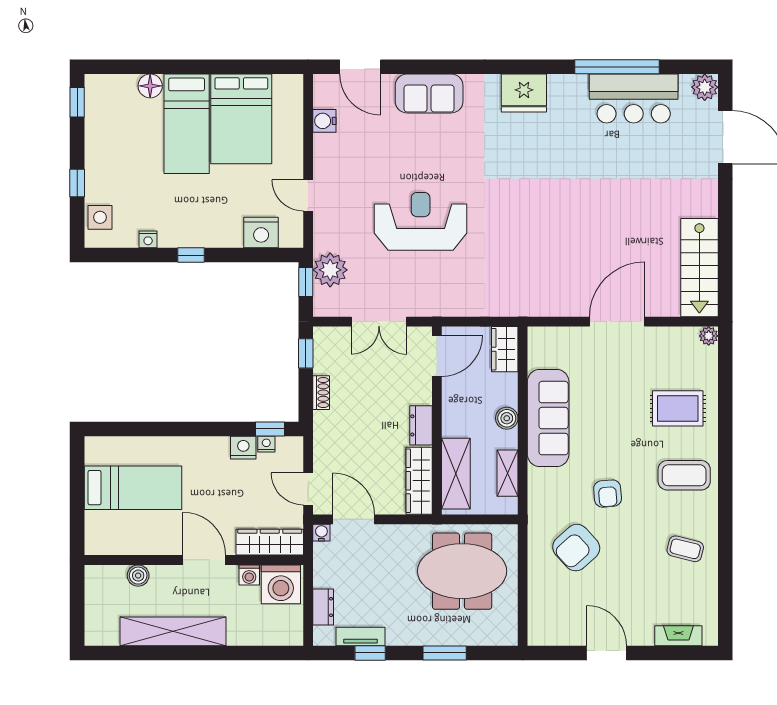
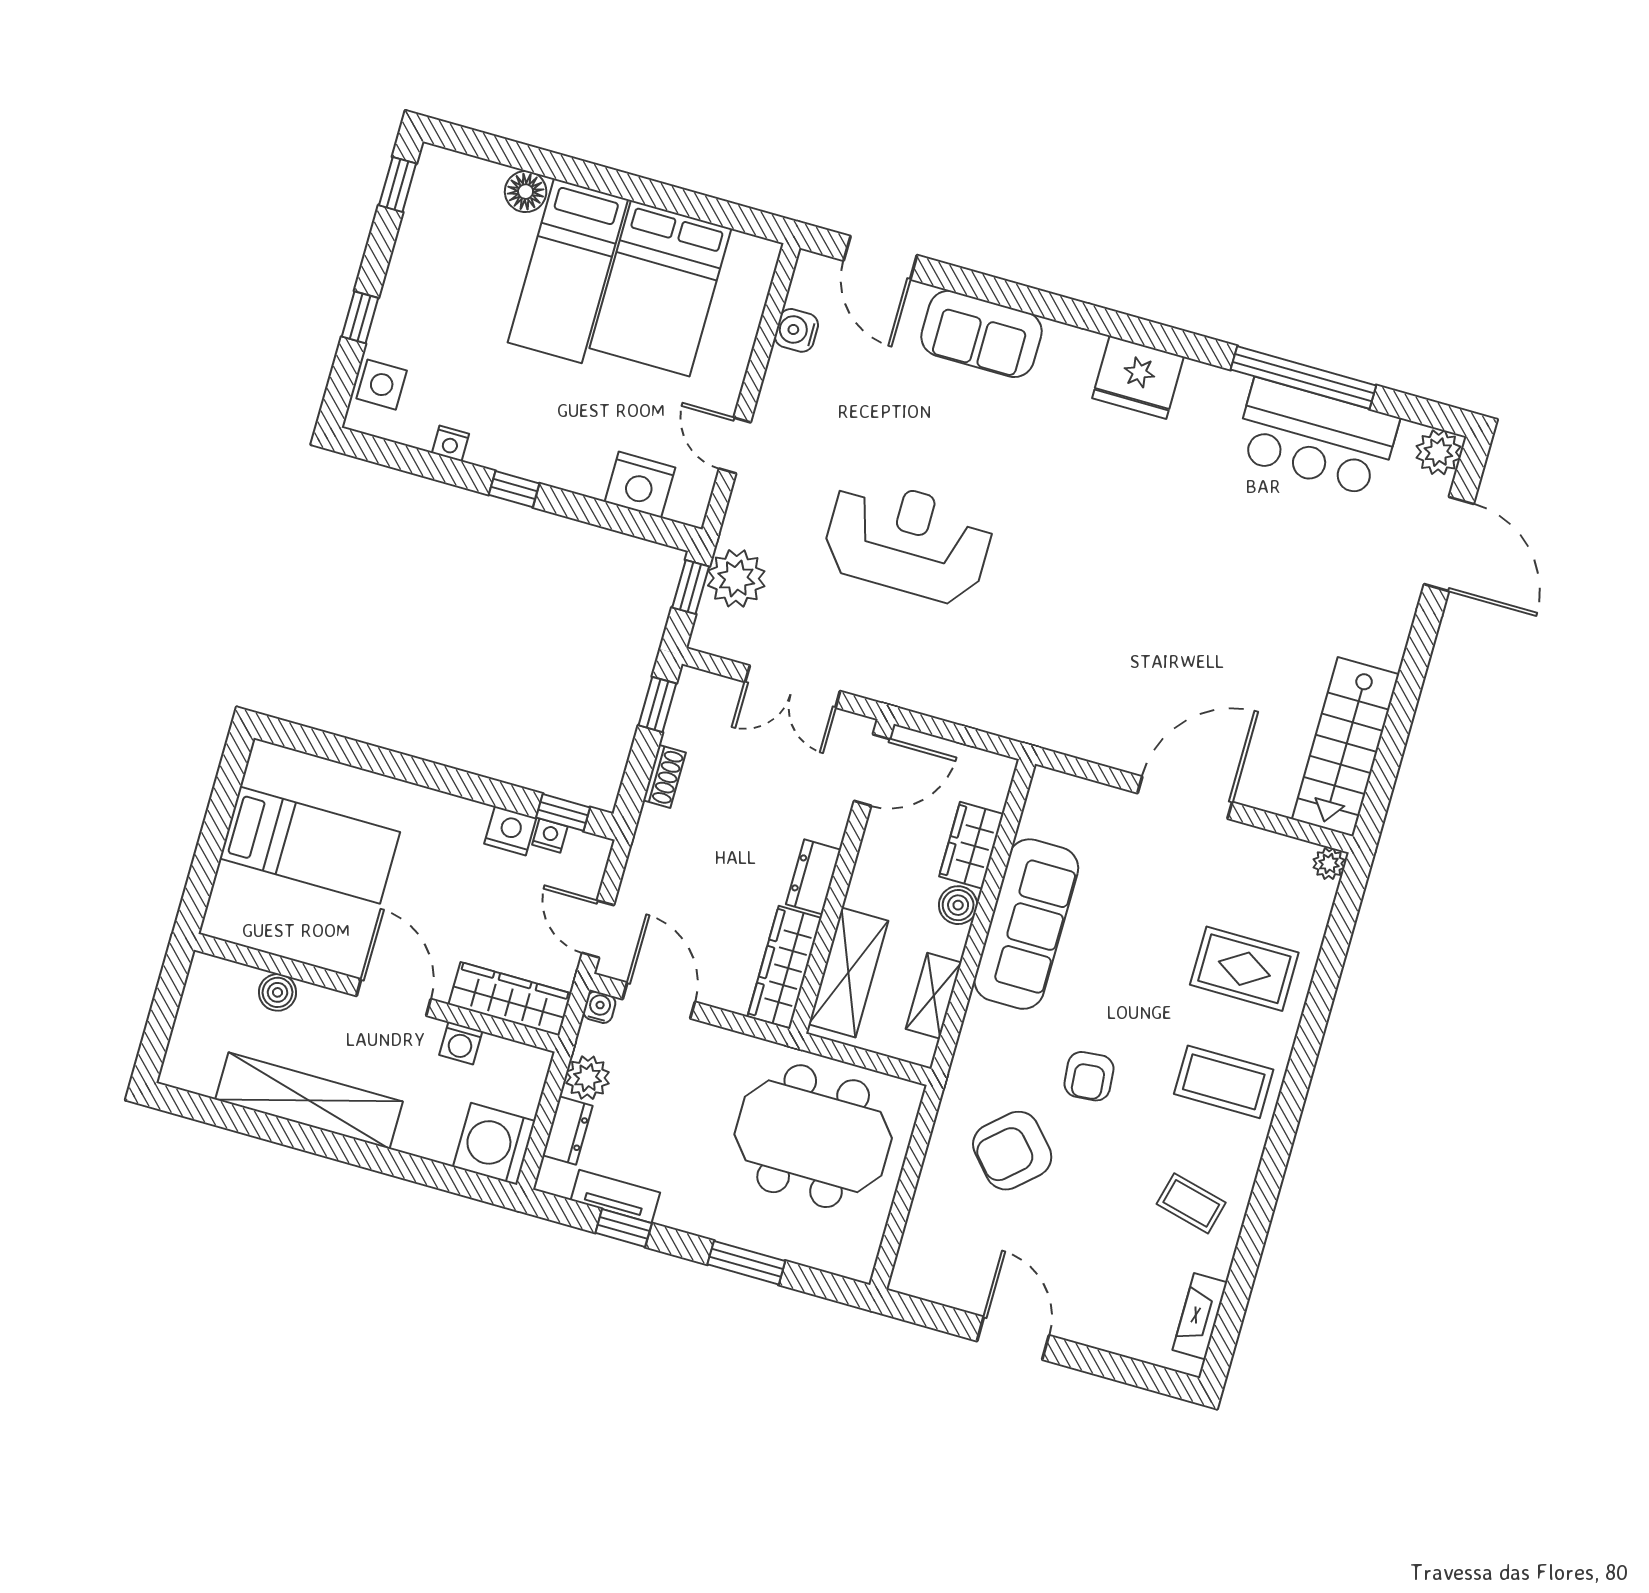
wardrobe: (505, 349) -> (971, 845), moved
plant: (326, 574) -> (588, 1078), added
washing machine: (281, 584) -> (494, 1144), moved, turned 90
fireplace: (678, 636) -> (1200, 1316), moved, turned -90

